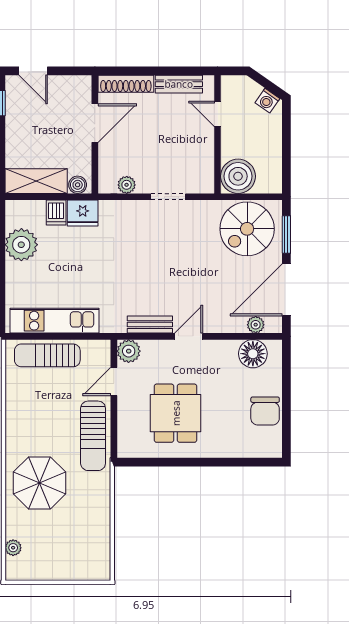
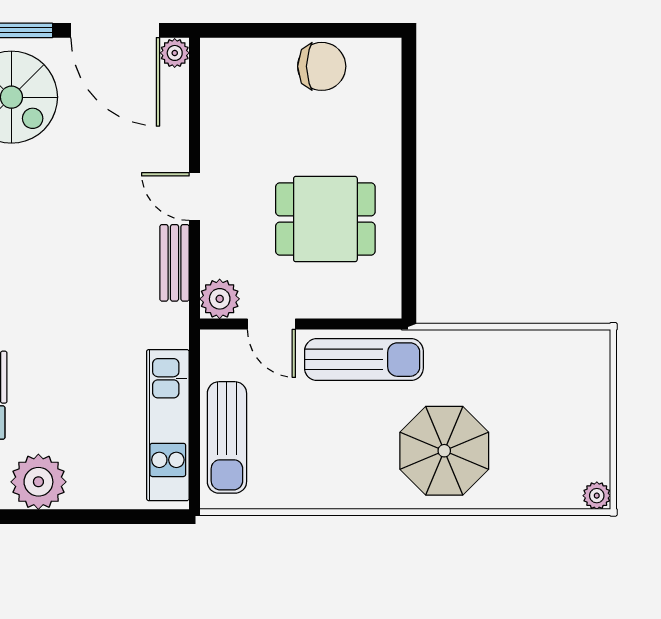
plant: (256, 325) -> (175, 53), moved
floor lamp: (253, 354) -> (224, 87), removed
plant: (13, 548) -> (597, 496), moved

